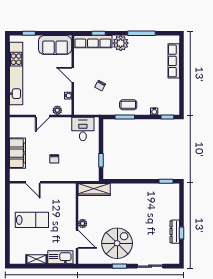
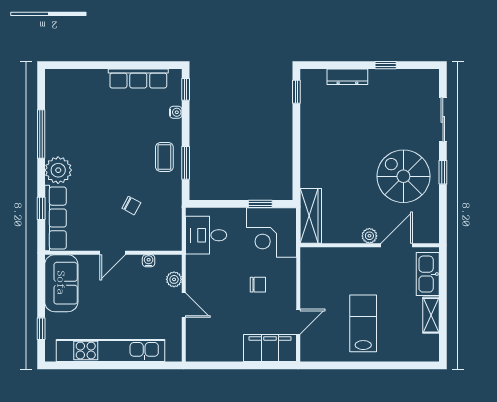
row of seats: (174, 61) -> (138, 78), moved
filing cabinet: (18, 153) -> (270, 348), moved
corner desk: (84, 167) -> (272, 233), added
dresser: (175, 232) -> (347, 77), moved

